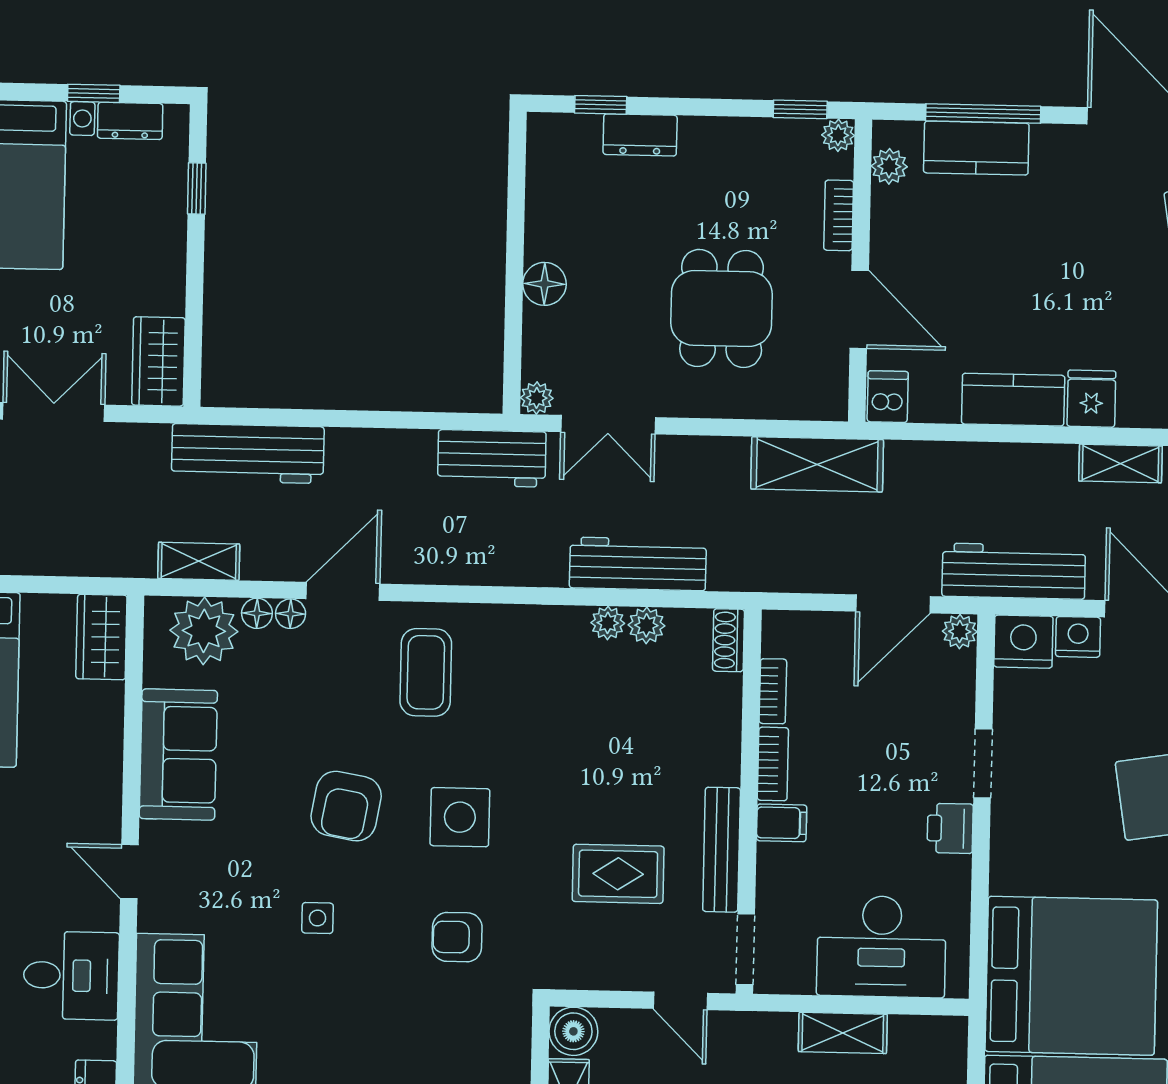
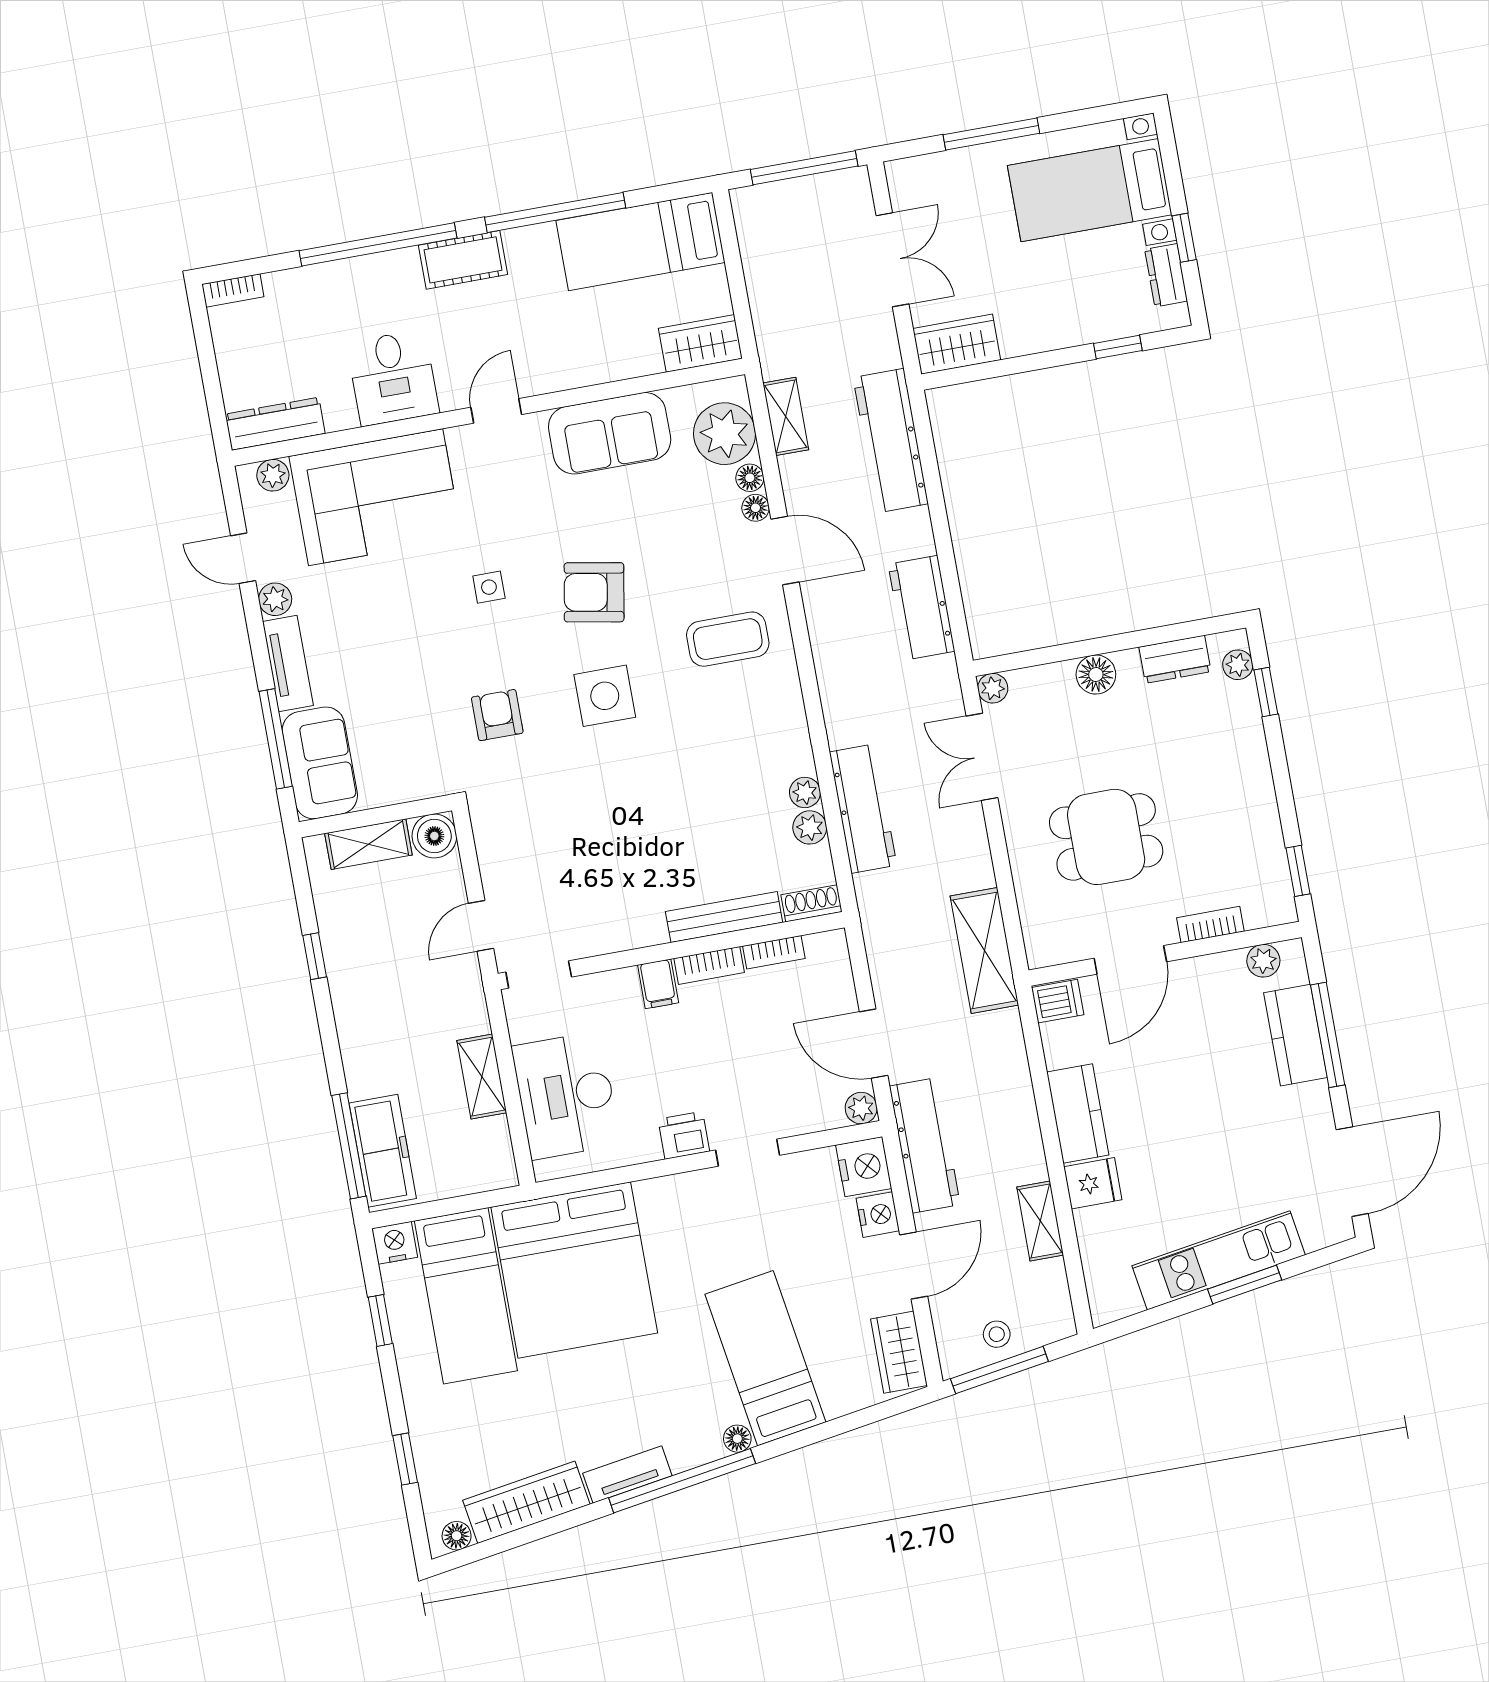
dresser: (640, 135) -> (1175, 659), moved, turned -90
plant: (838, 135) -> (1238, 665), moved
workbench: (492, 458) -> (921, 608), moved
bench: (722, 850) -> (724, 917), moved
rug: (618, 874) -> (583, 847), removed

